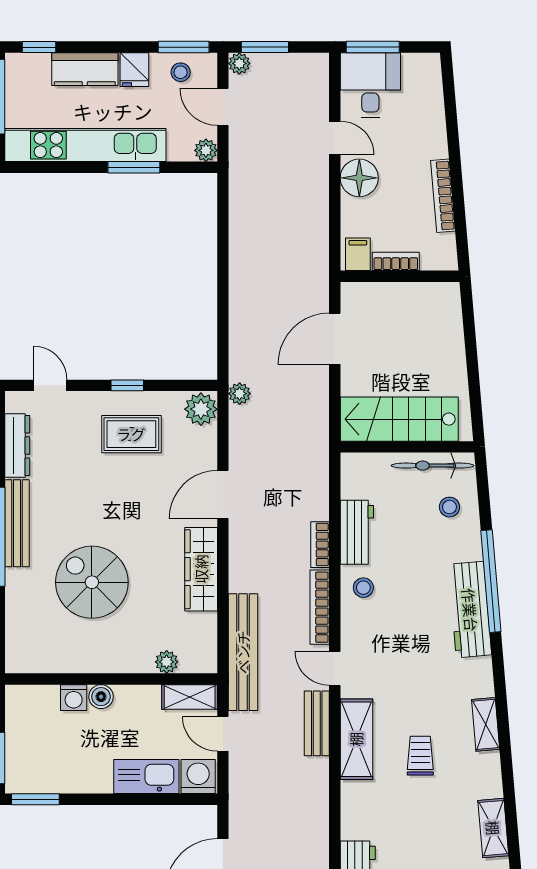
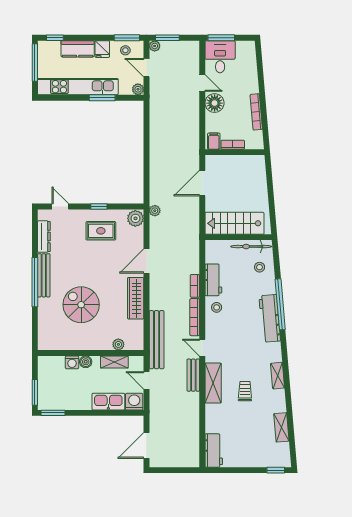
shelving: (190, 697) -> (114, 362), moved

